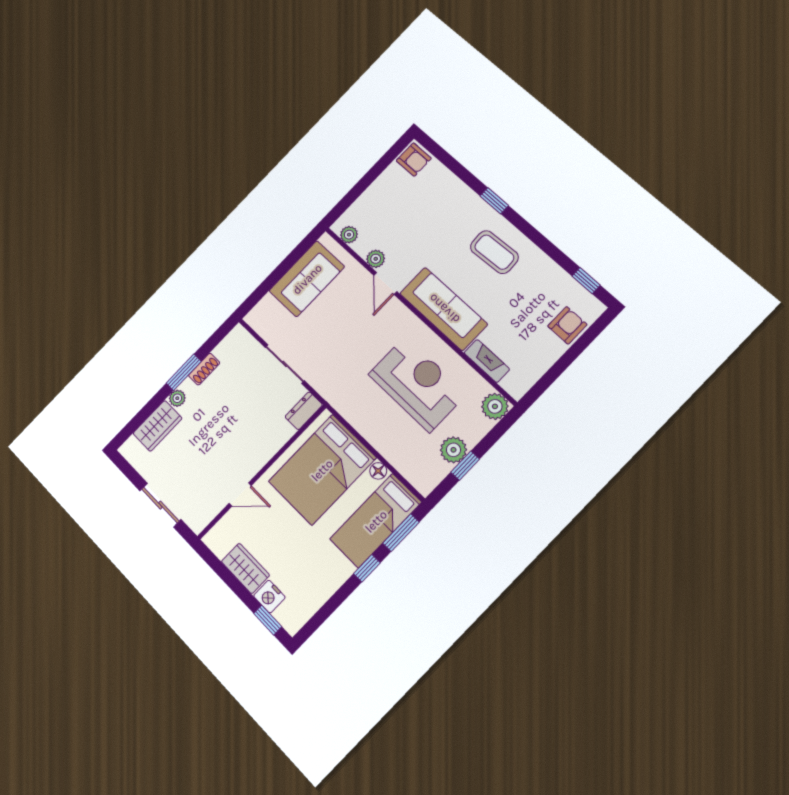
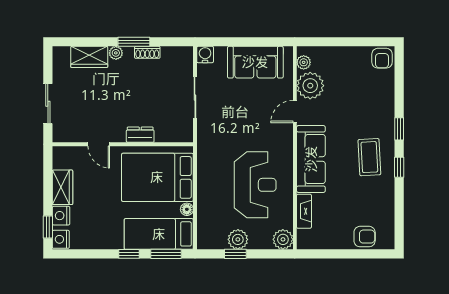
plant: (376, 259) -> (310, 86), width x1.87, depth x1.87
window: (586, 281) -> (399, 167), moved
water cooler: (256, 318) -> (205, 55), added
dresser: (304, 411) -> (140, 135), moved
nightstand: (291, 620) -> (61, 239), added

